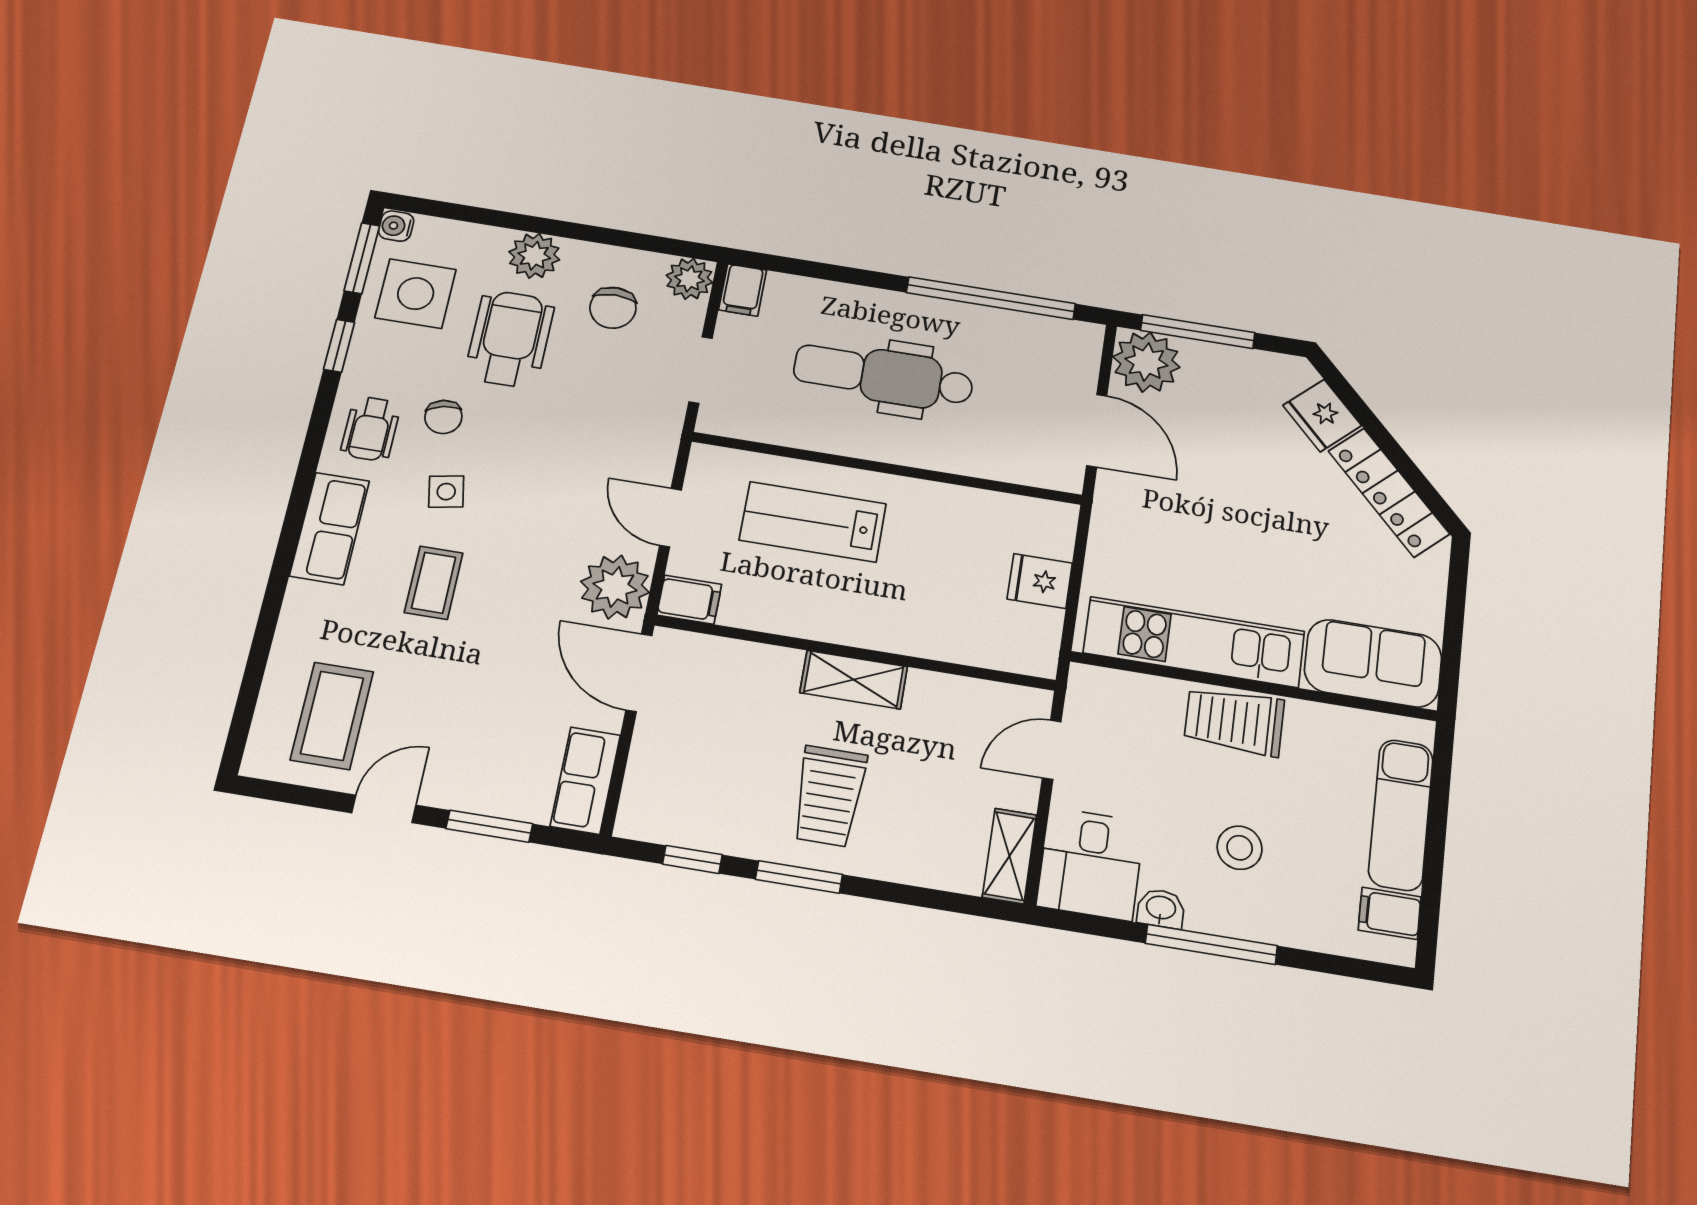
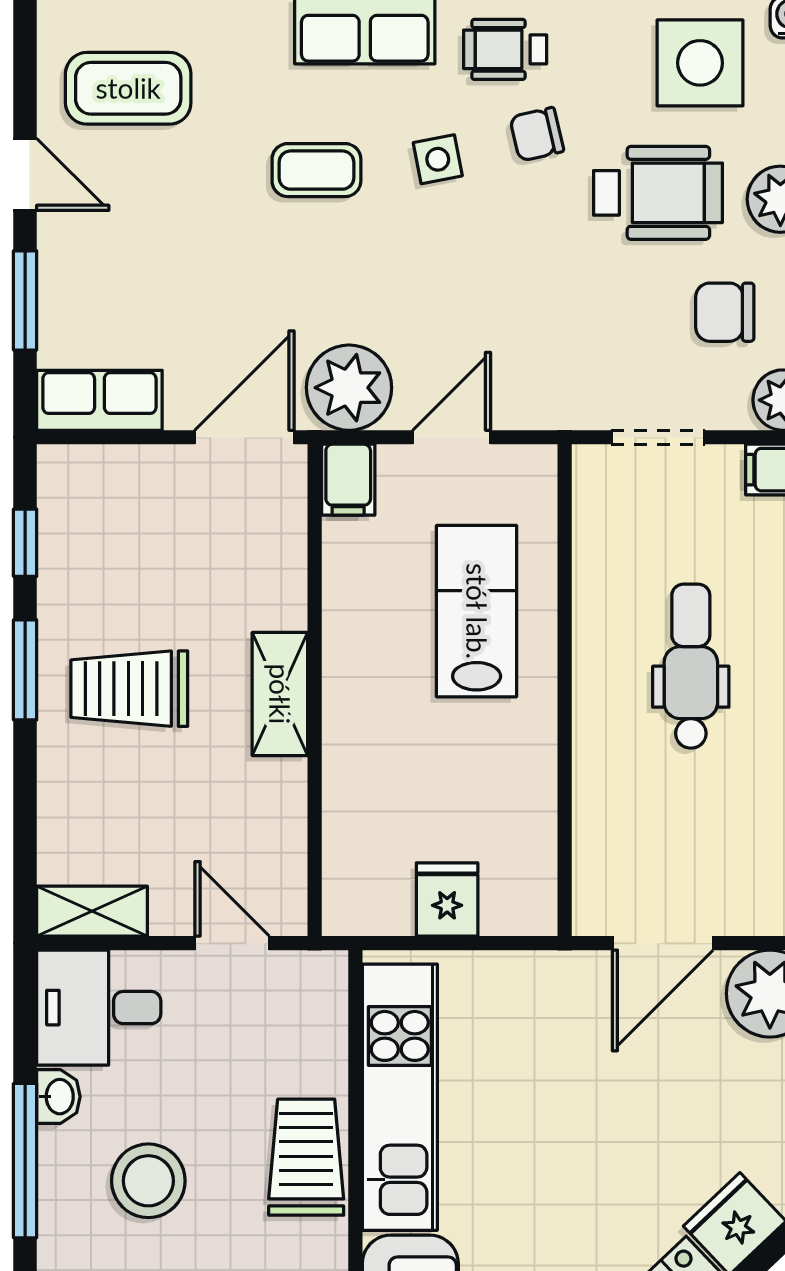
dental chair: (884, 376) -> (691, 666), width x0.73, depth x0.72
stool: (1240, 848) -> (148, 1181), width x1.38, depth x1.38

